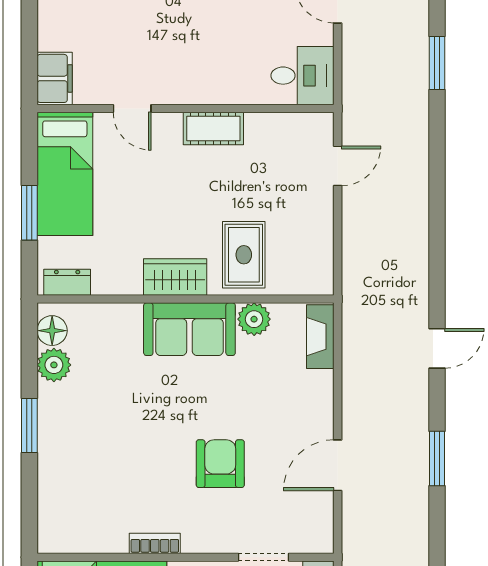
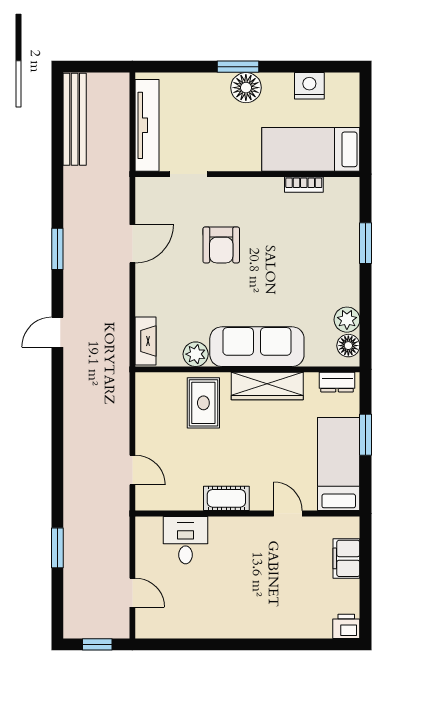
desk: (303, 76) -> (186, 540), moved, turned 90
filing cabinet: (55, 78) -> (346, 558), moved
door: (338, 166) -> (132, 470), swing flipped
wardrobe: (175, 277) -> (267, 386), width x1.50
sofa: (189, 329) -> (257, 347), width x1.36
window: (29, 426) -> (366, 243), moved
bookcase: (155, 543) -> (304, 185), moved

